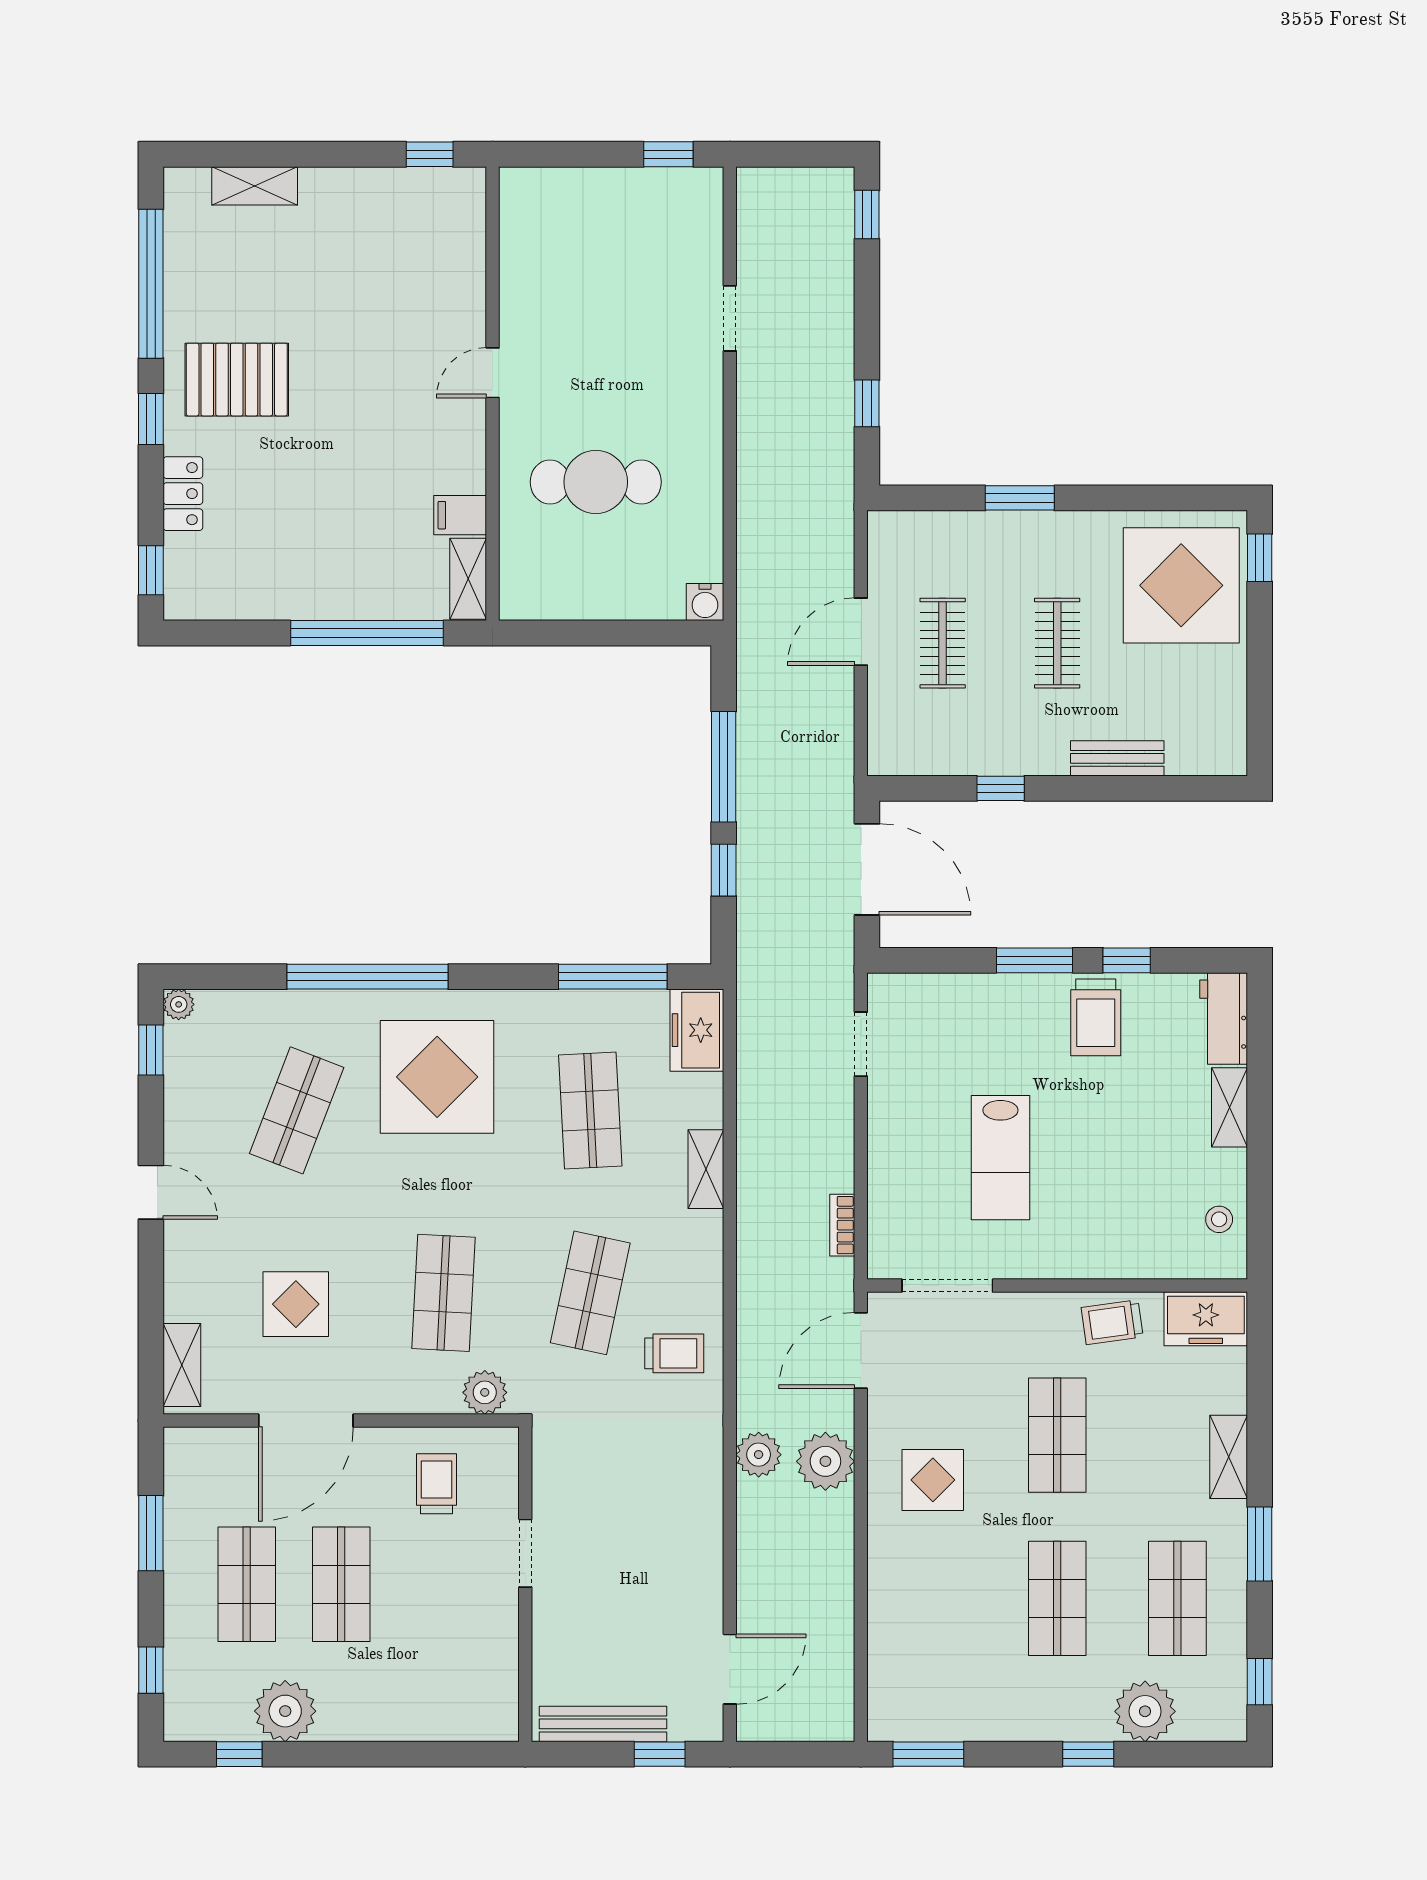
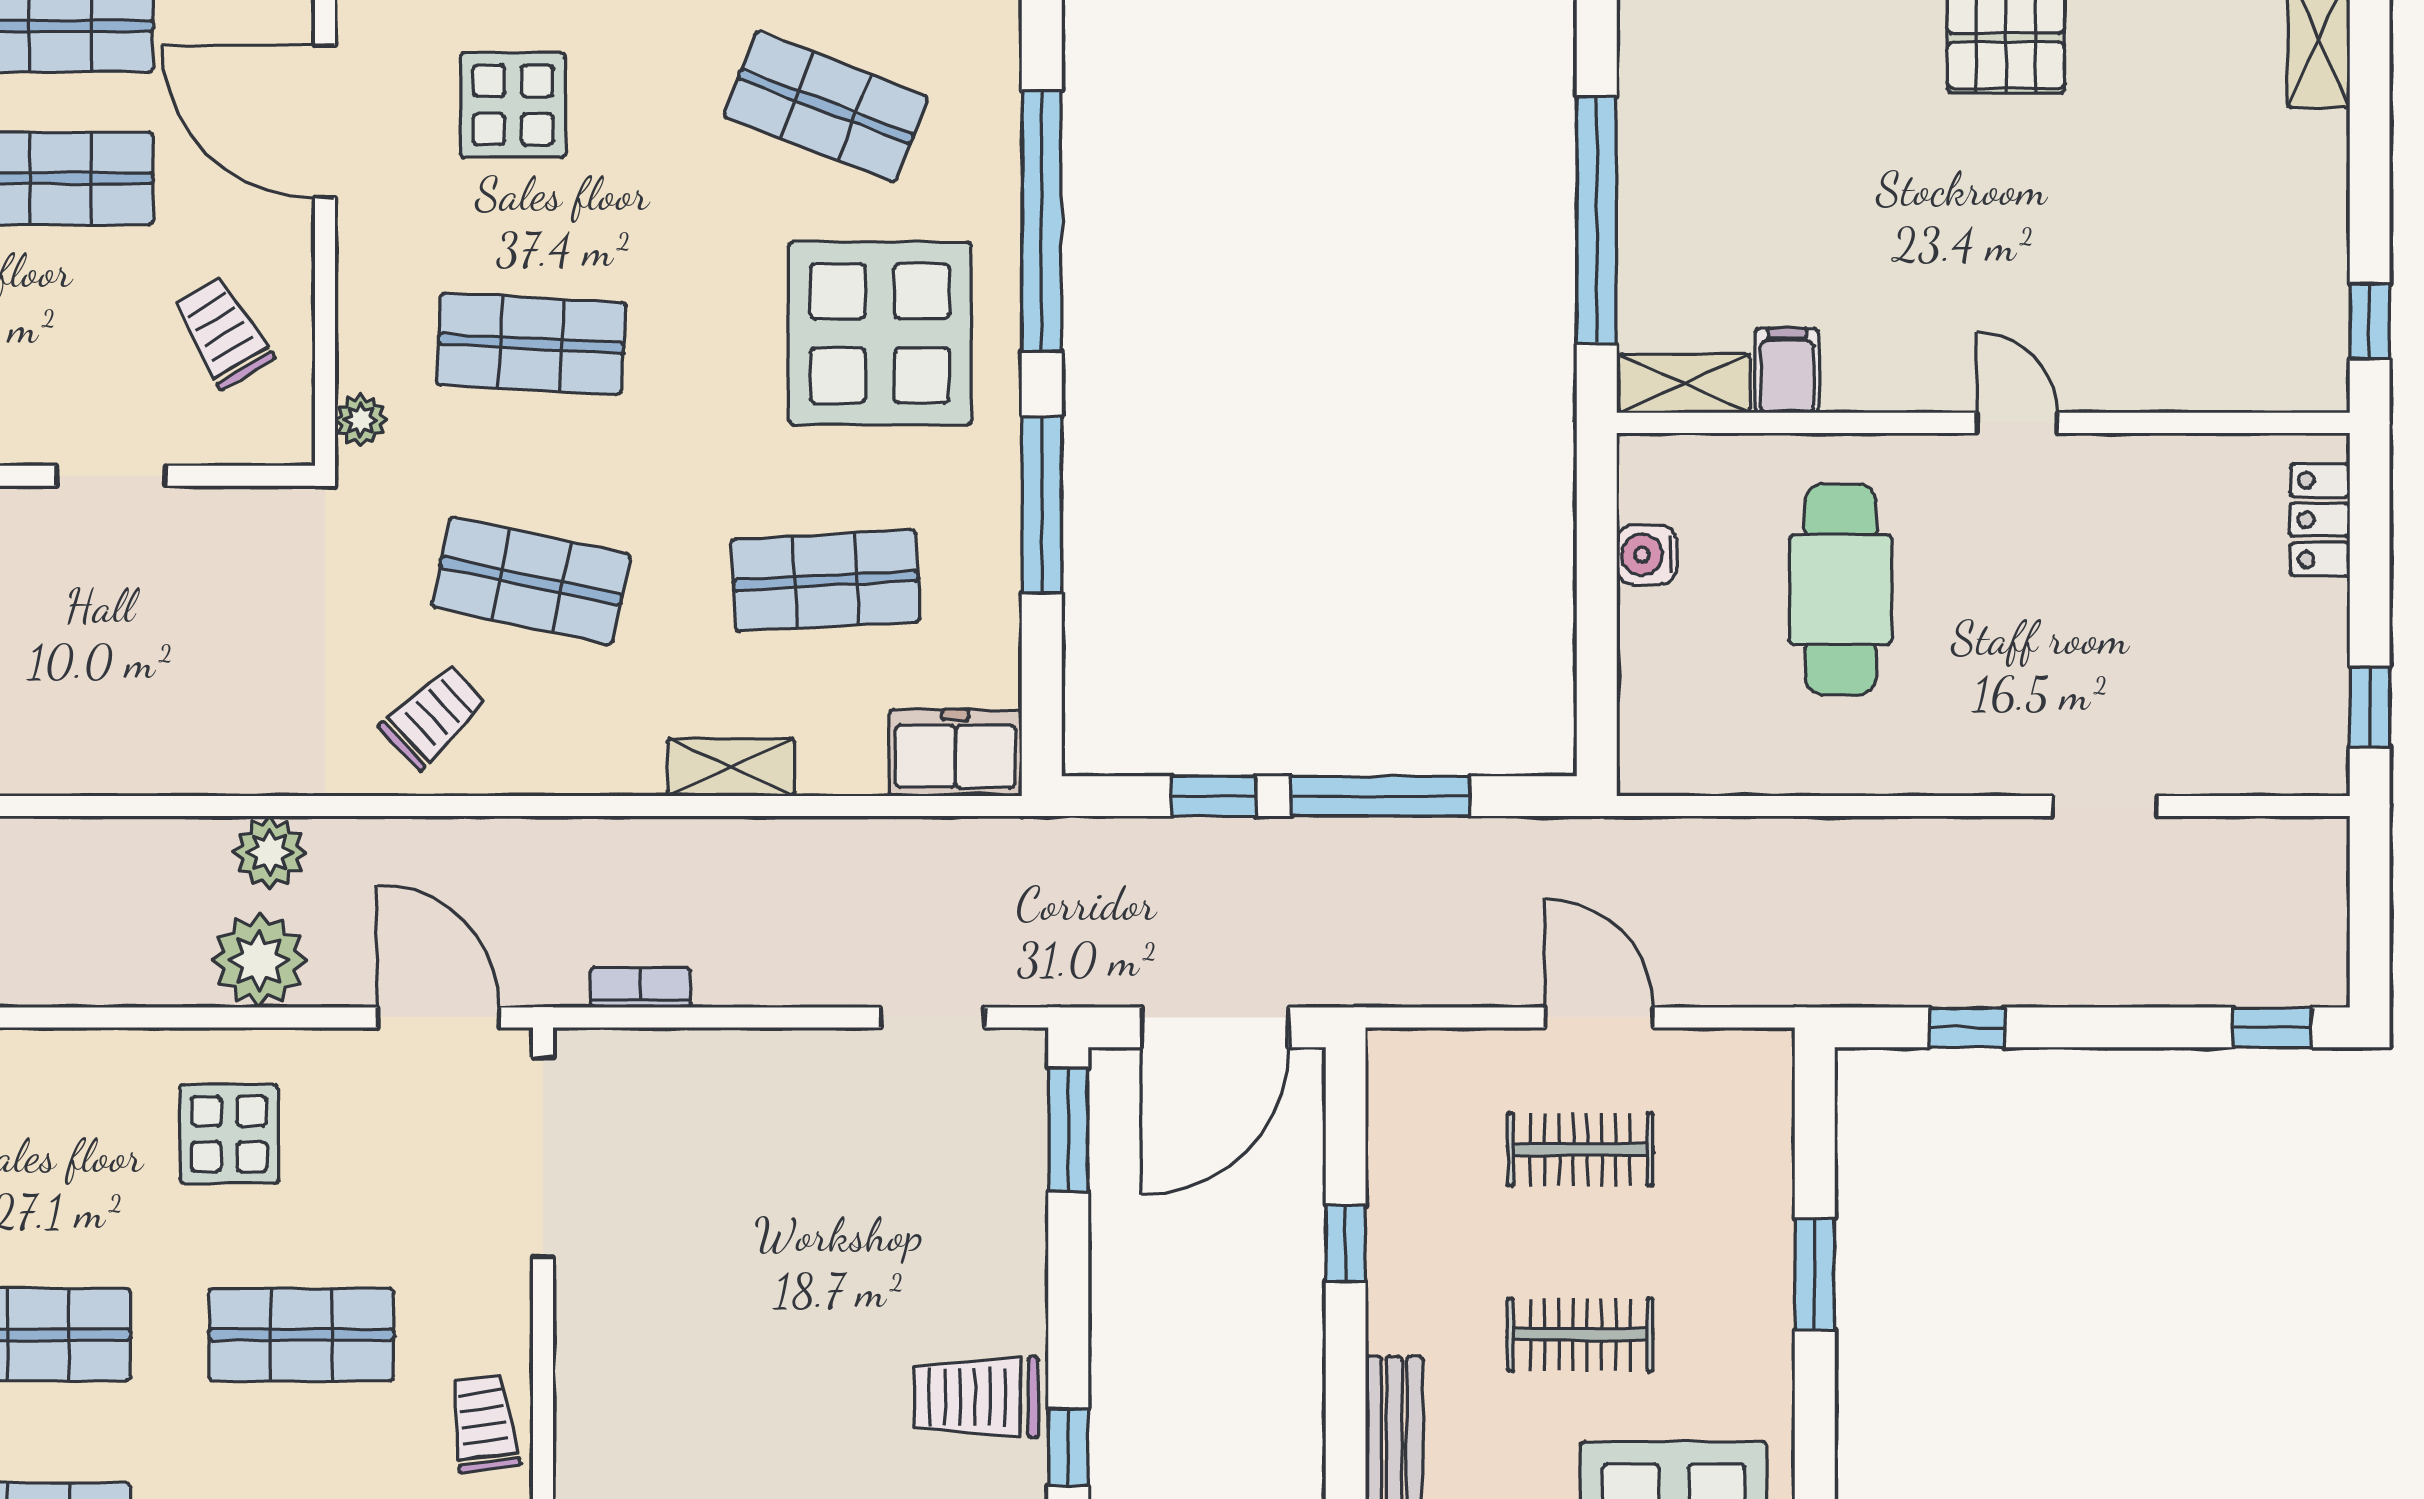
locker: (553, 185) -> (2320, 520), added
water cooler: (705, 602) -> (1647, 555), moved
window: (1034, 960) -> (1068, 1129), moved
window: (613, 977) -> (1042, 505), moved
lab bench: (1000, 1158) -> (750, 1243), removed
doorway: (947, 1286) -> (543, 1157), width x1.36
trolley: (674, 1353) -> (433, 716), turned -133
plant: (485, 1392) -> (361, 420), width x0.73, depth x0.73
trolley: (437, 1484) -> (223, 332), turned -121

